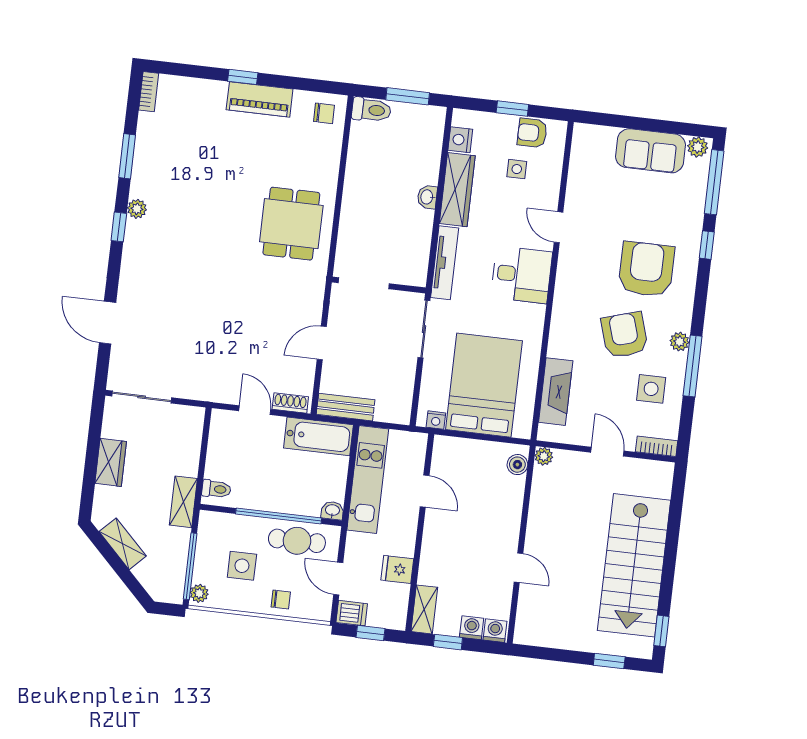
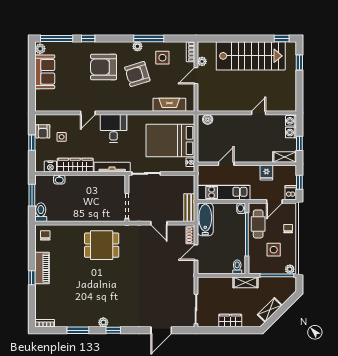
washbasin: (427, 197) -> (59, 179), moved
plant: (544, 456) -> (202, 61), moved

